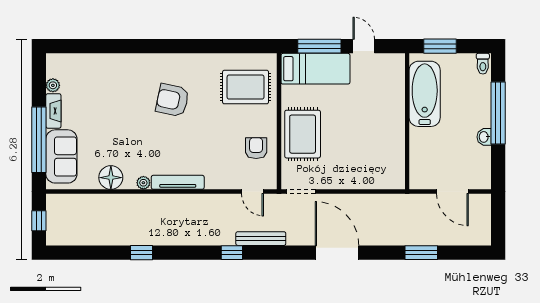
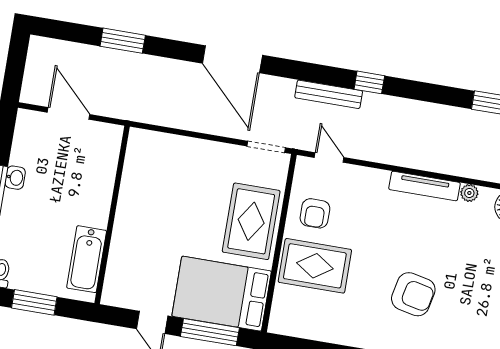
window: (440, 46) -> (34, 302), moved
bed: (315, 69) -> (222, 294), width x1.50
rug: (246, 87) -> (315, 266), moved
bathtub: (425, 94) -> (87, 259), width x0.73, depth x0.73

